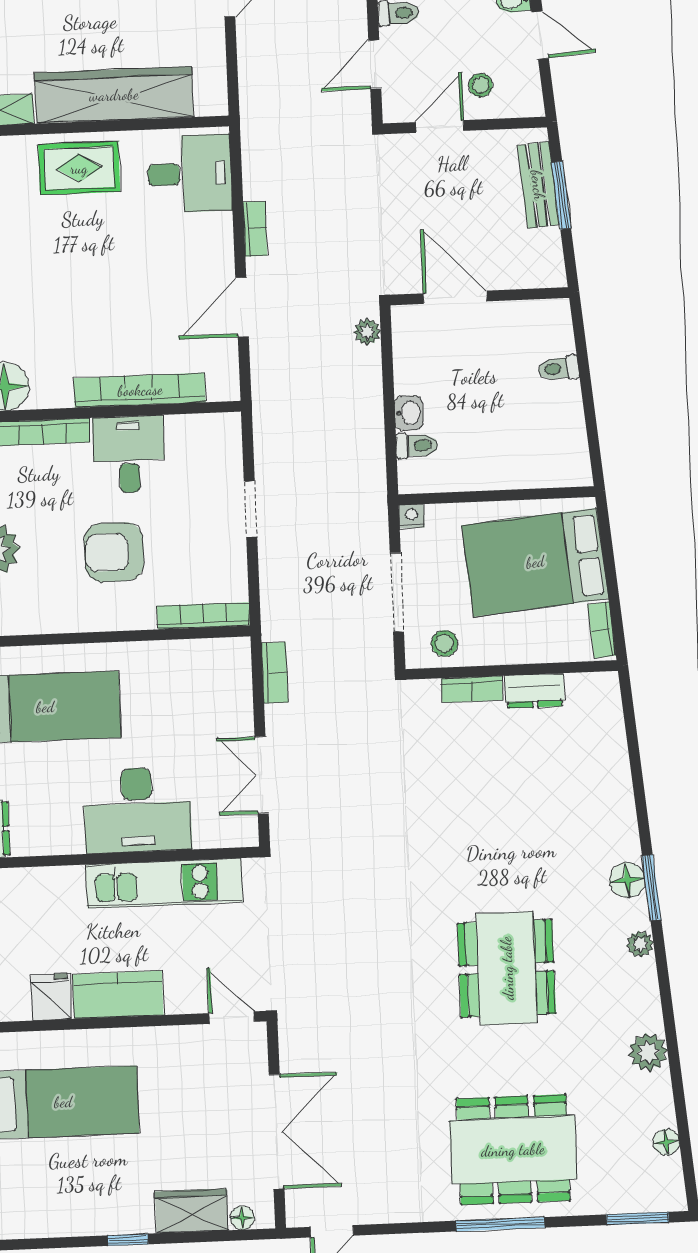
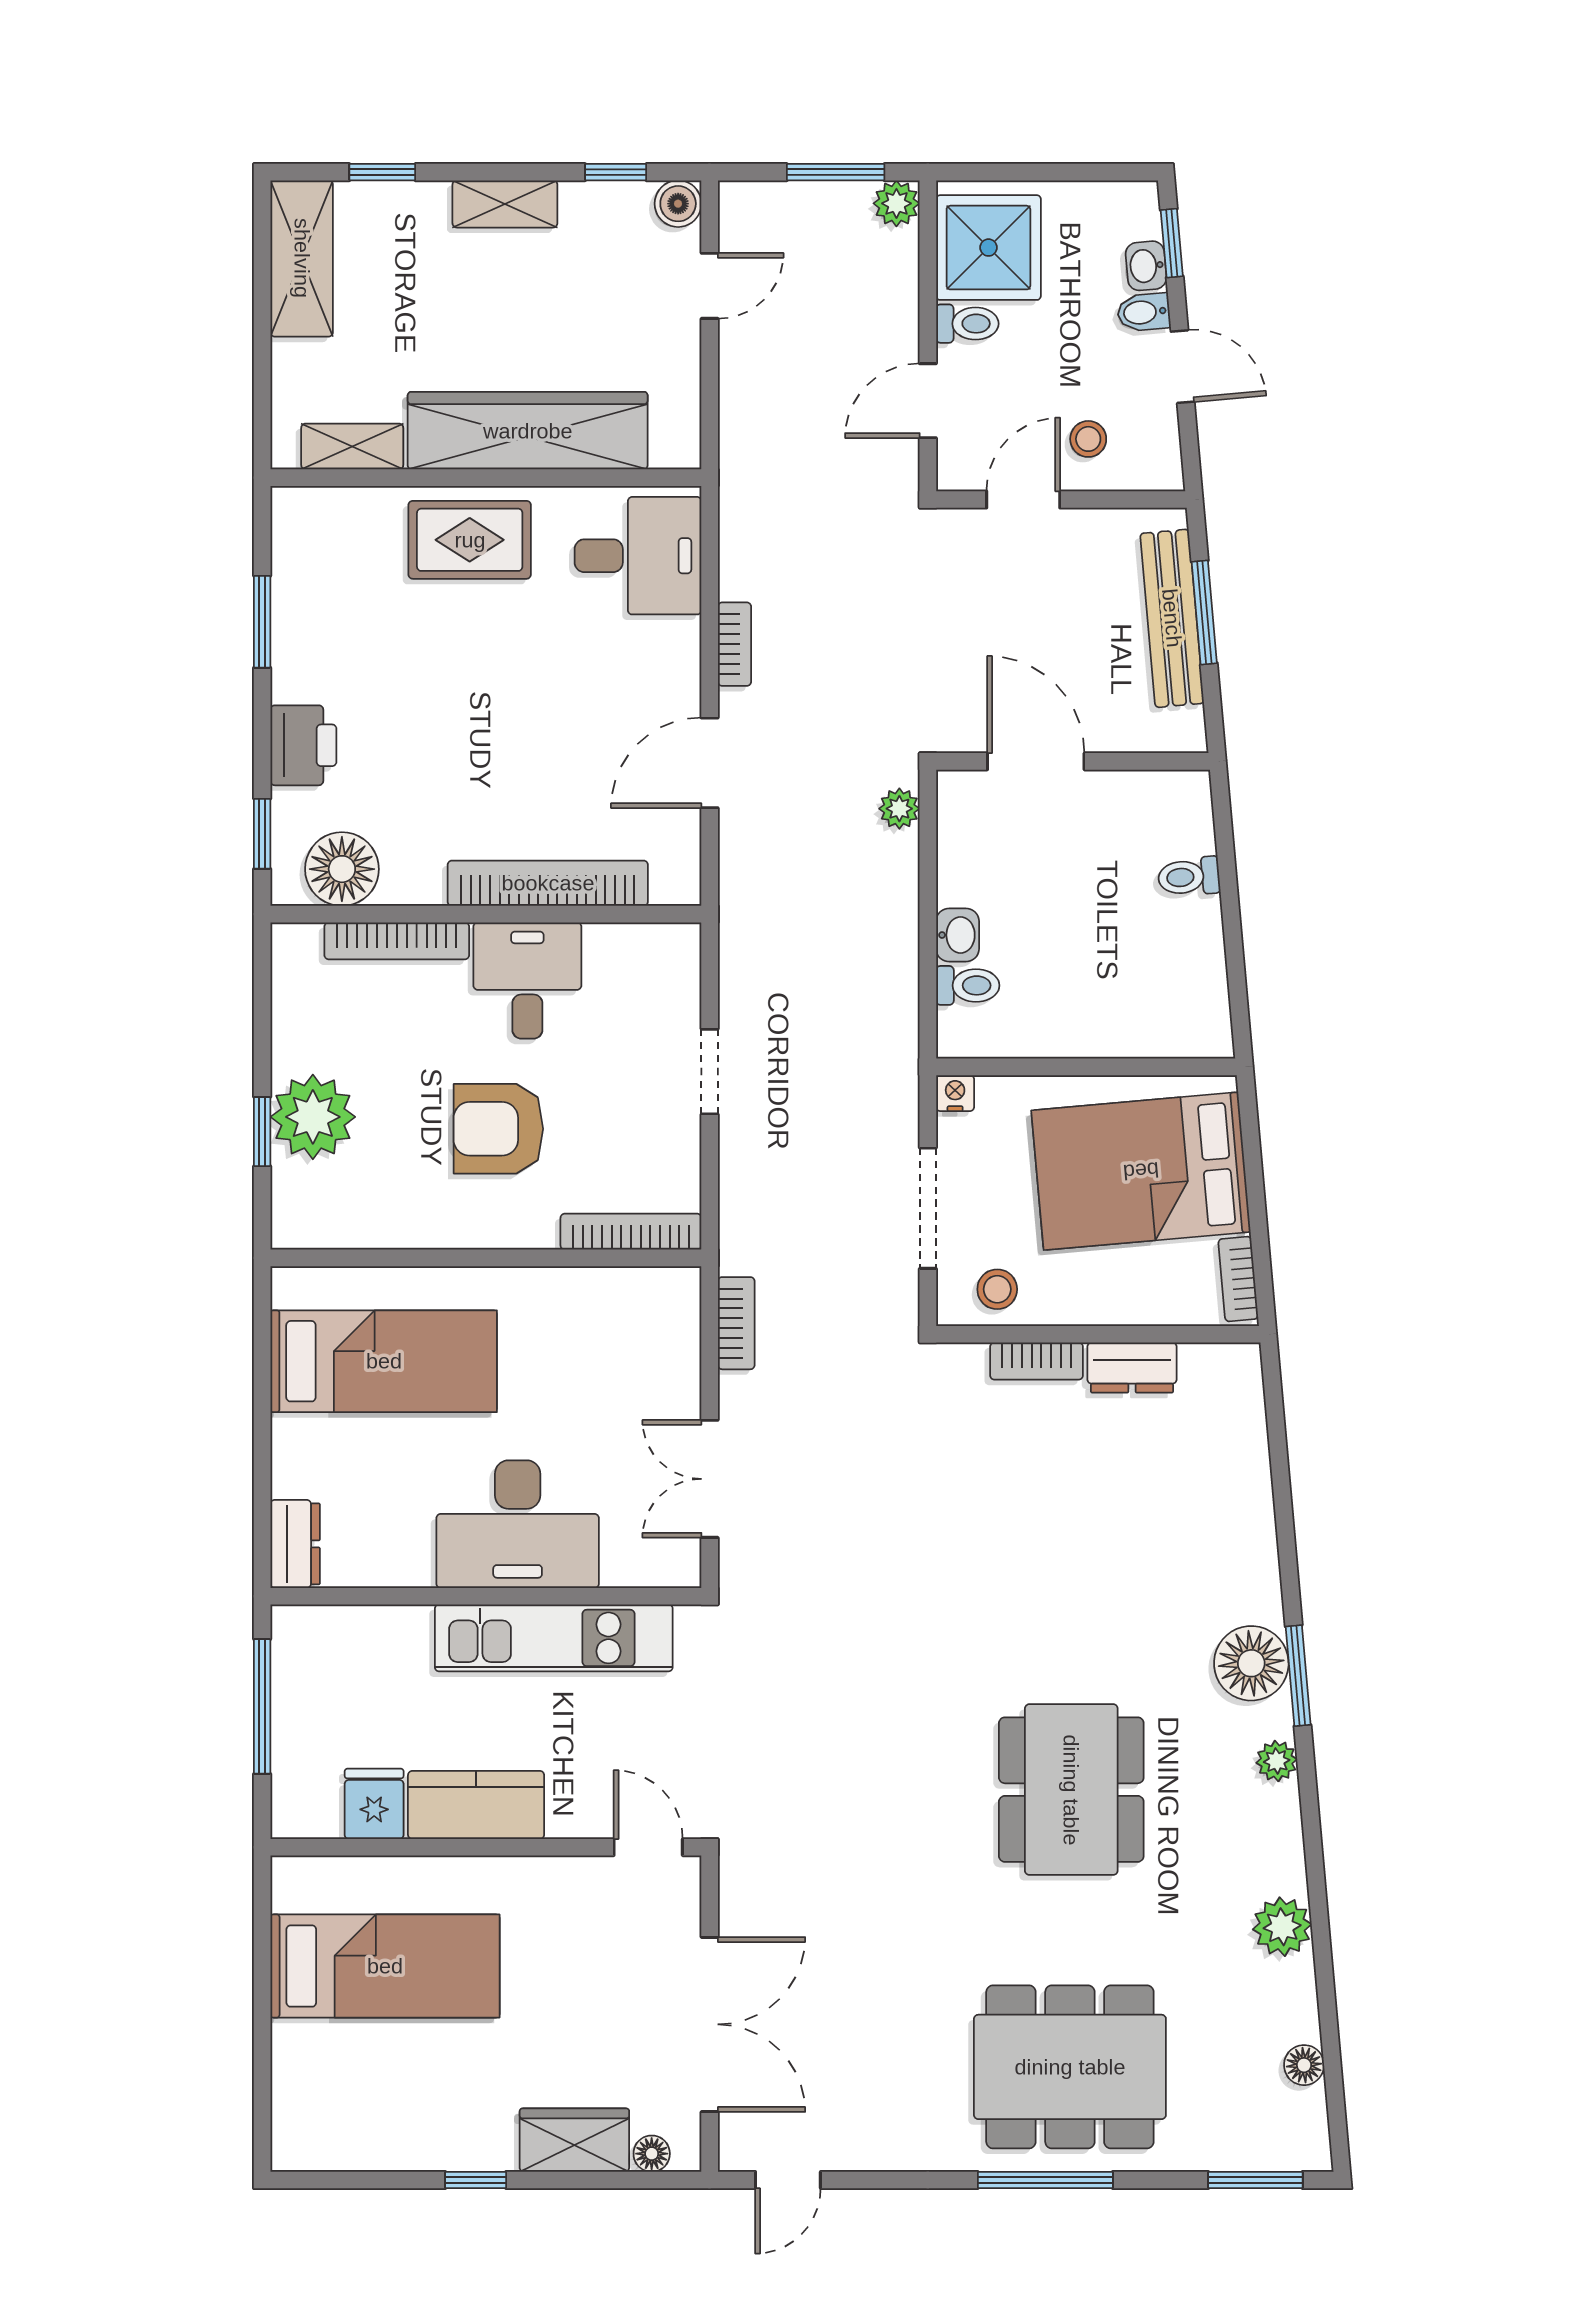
bench: (538, 185) -> (1172, 618), width x1.36
floor lamp: (627, 880) -> (1251, 1663), width x1.38, depth x1.38

